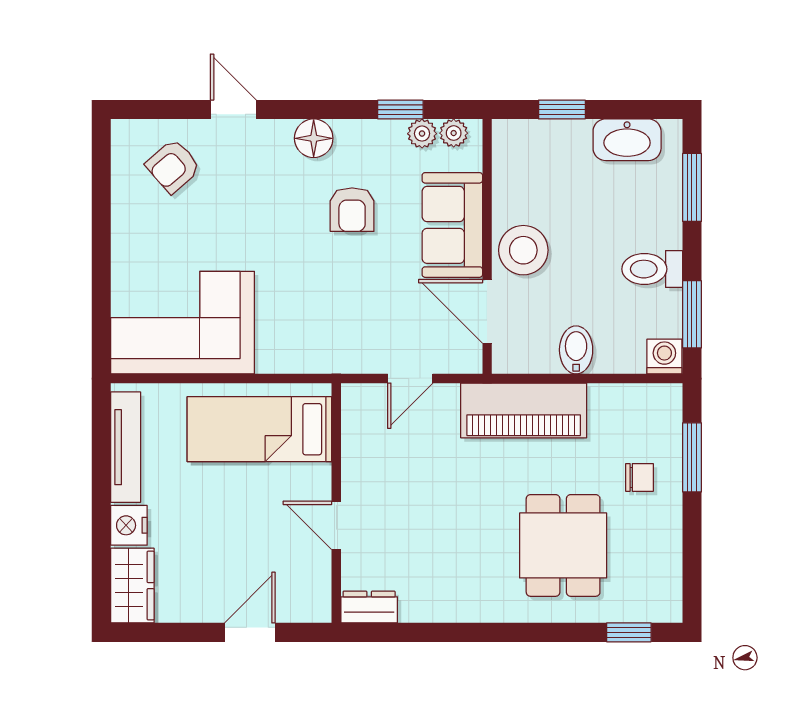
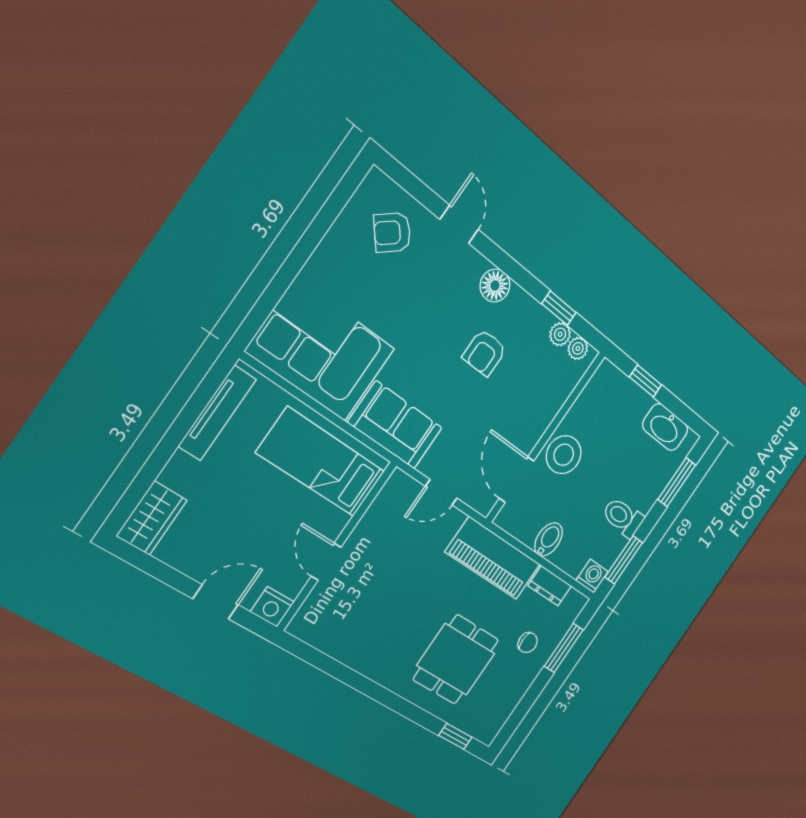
sofa: (452, 225) -> (395, 425), moved, turned 90
nightstand: (129, 525) -> (272, 607), moved, turned -90
dresser: (369, 607) -> (550, 586), moved, turned 180

